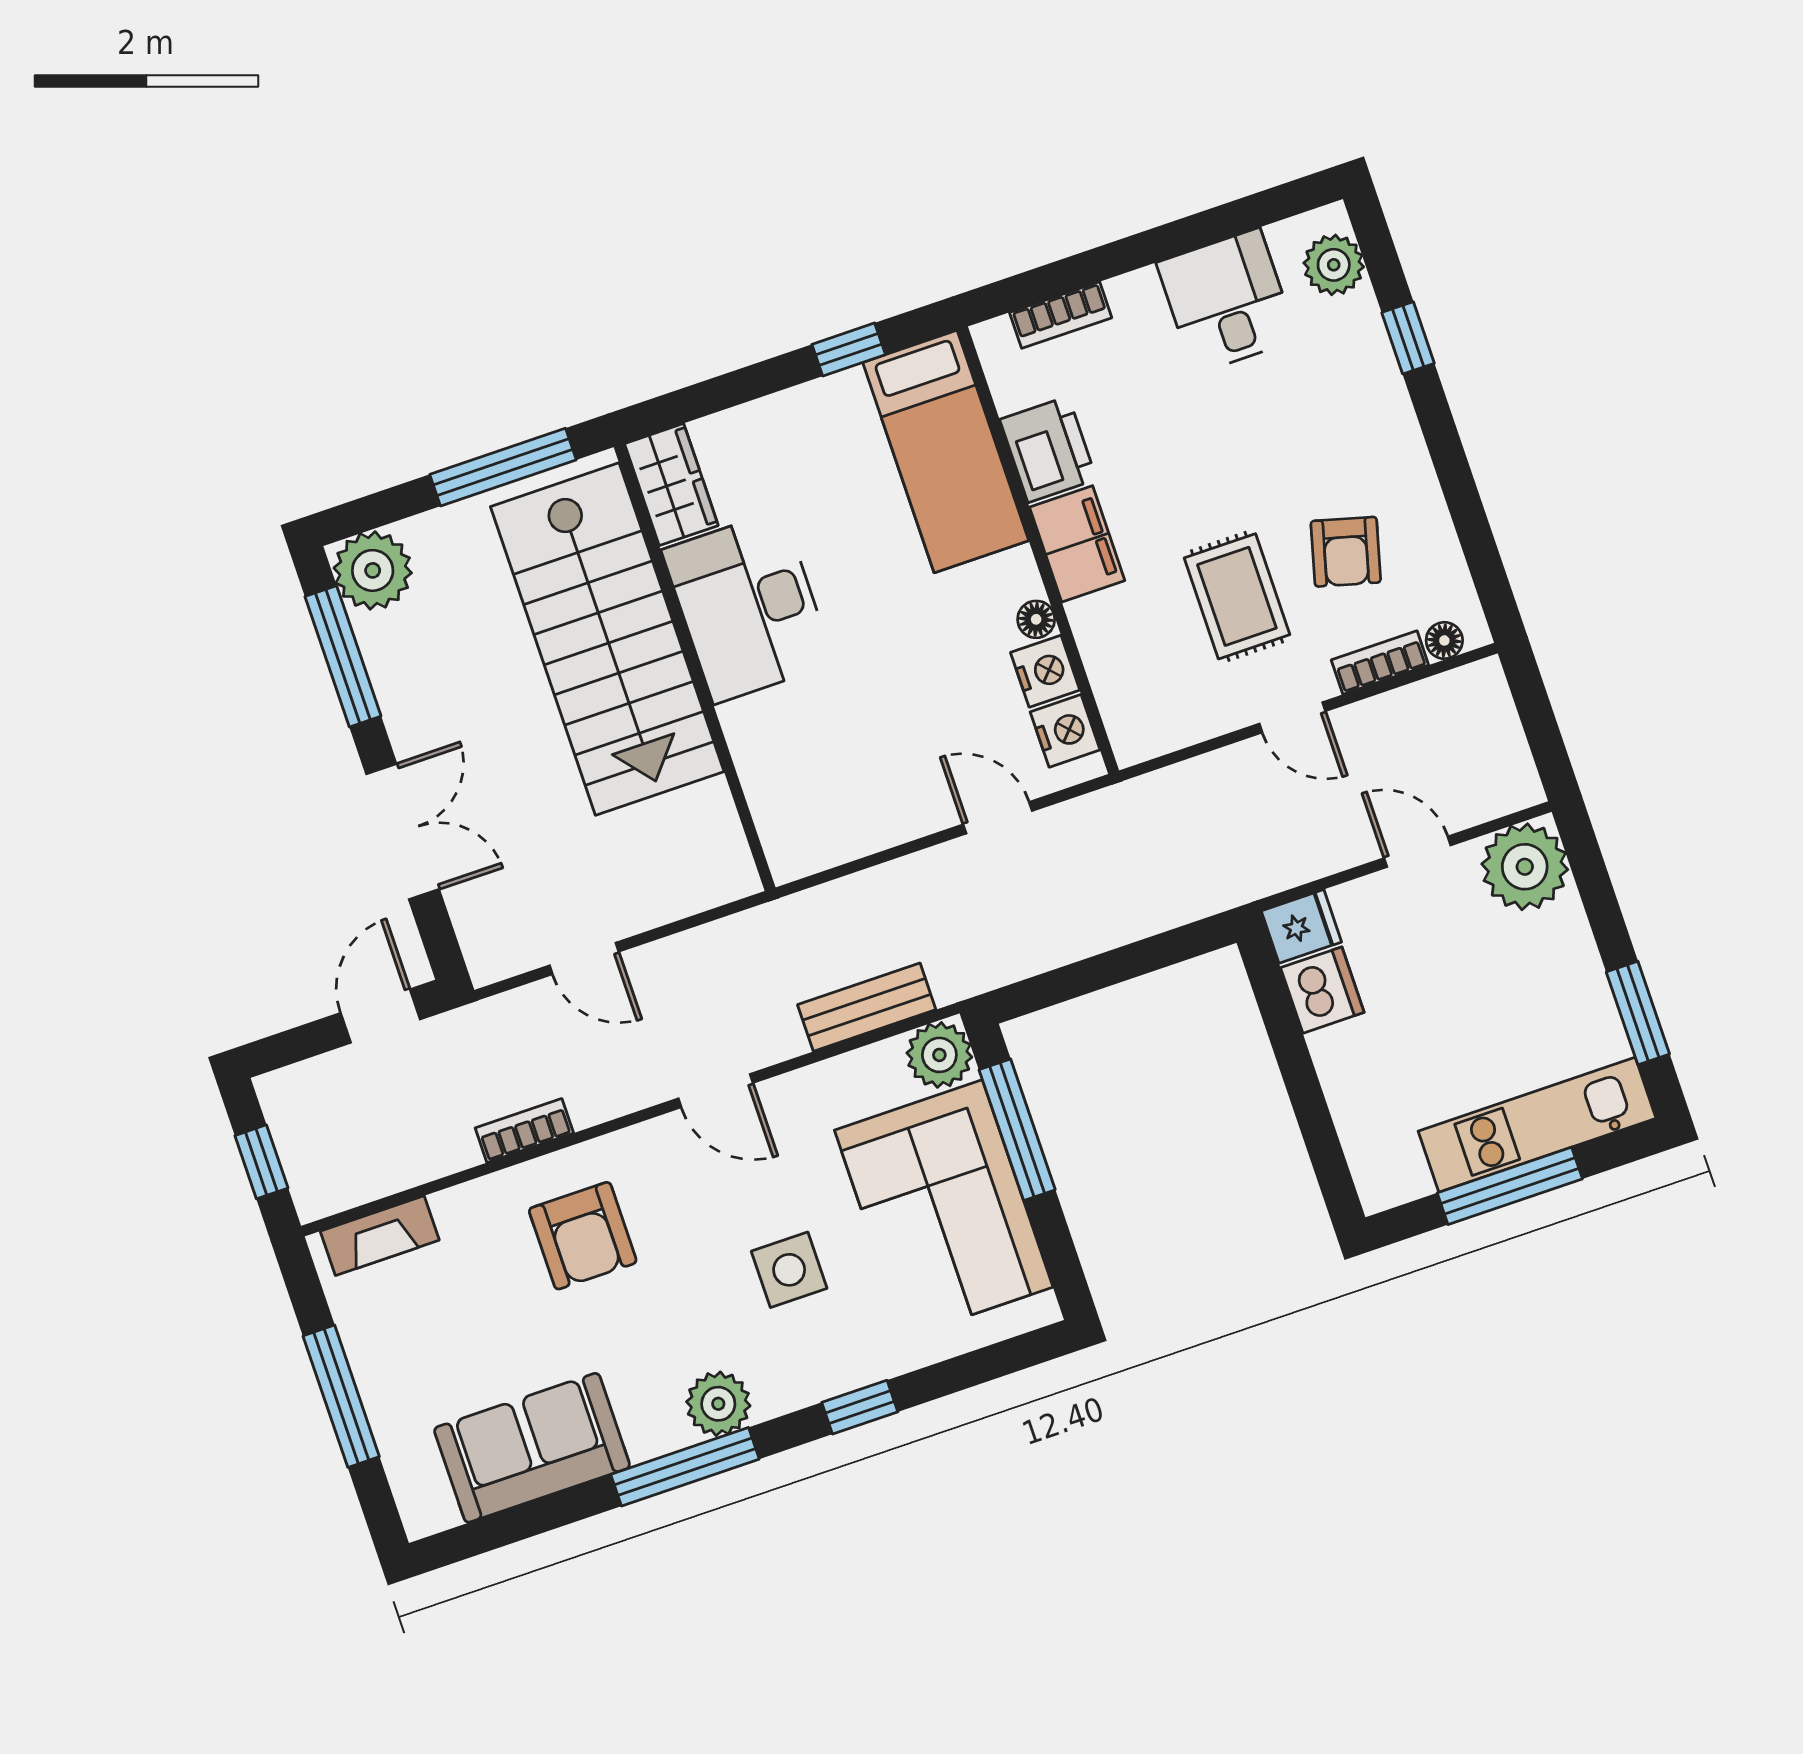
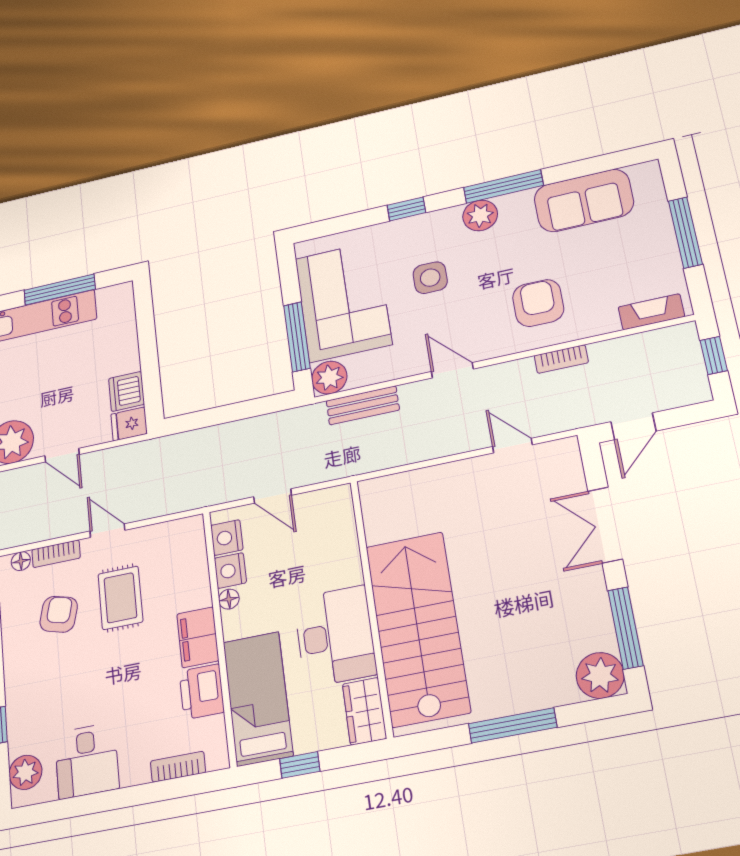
wardrobe: (671, 485) -> (364, 711), moved
desk: (748, 607) -> (335, 636), moved
stairs: (607, 639) -> (417, 628), moved
wall: (695, 667) -> (371, 606), moved

